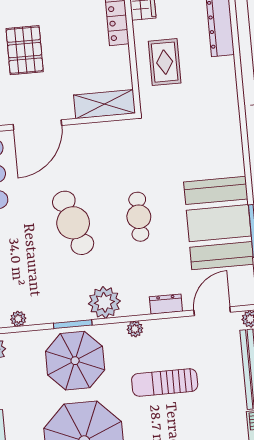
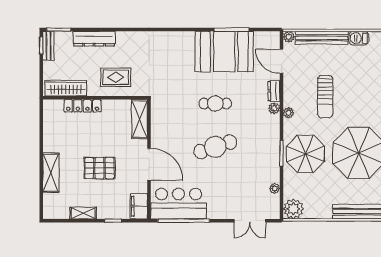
plant: (104, 302) -> (274, 108), moved, width x0.53, depth x0.53

